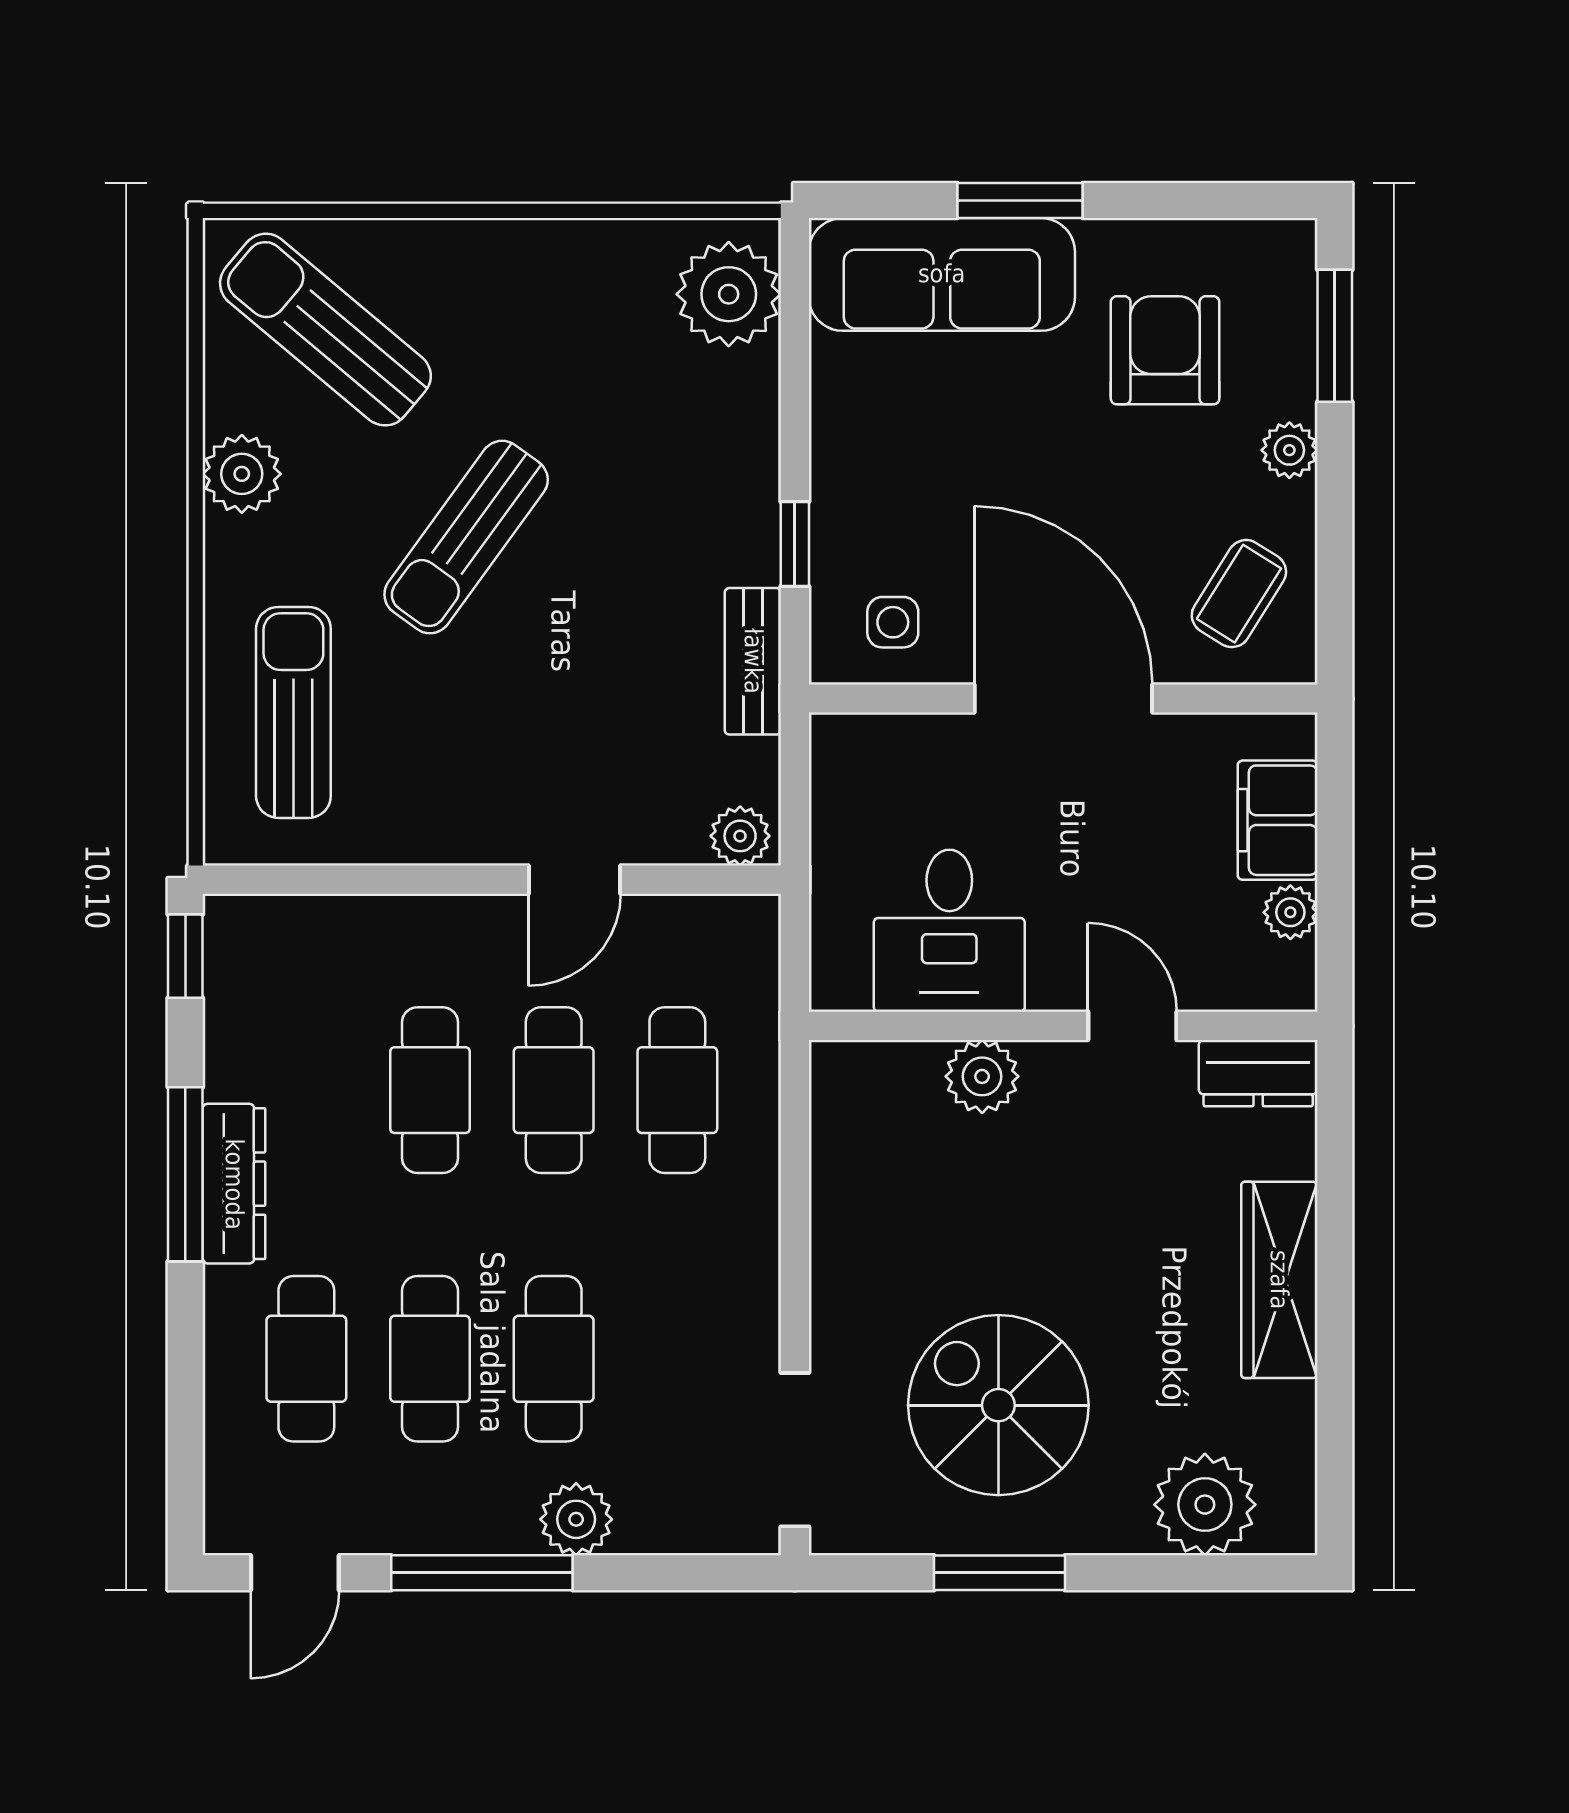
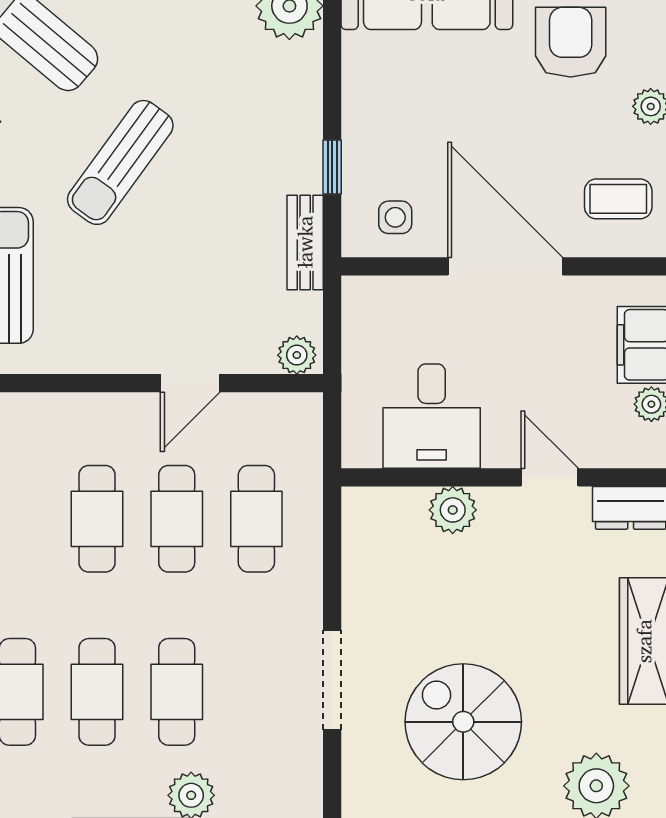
coffee table: (1239, 594) -> (618, 199), turned 58
doorway: (795, 1450) -> (332, 680), moved

